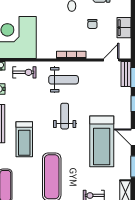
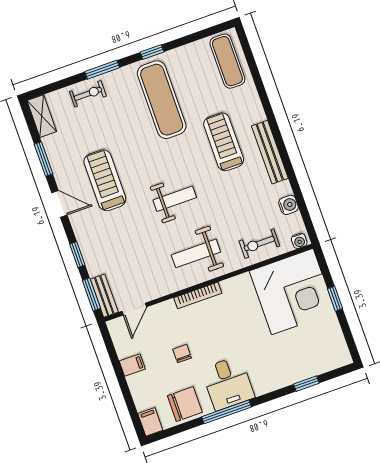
filing cabinet: (124, 28) -> (132, 365), width x0.50
weight bench: (65, 116) -> (175, 199), turned -90
treadmill: (102, 141) -> (105, 180), width x0.73, depth x0.73

